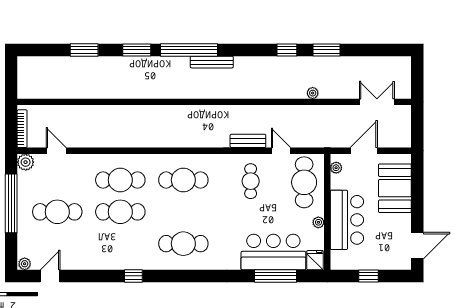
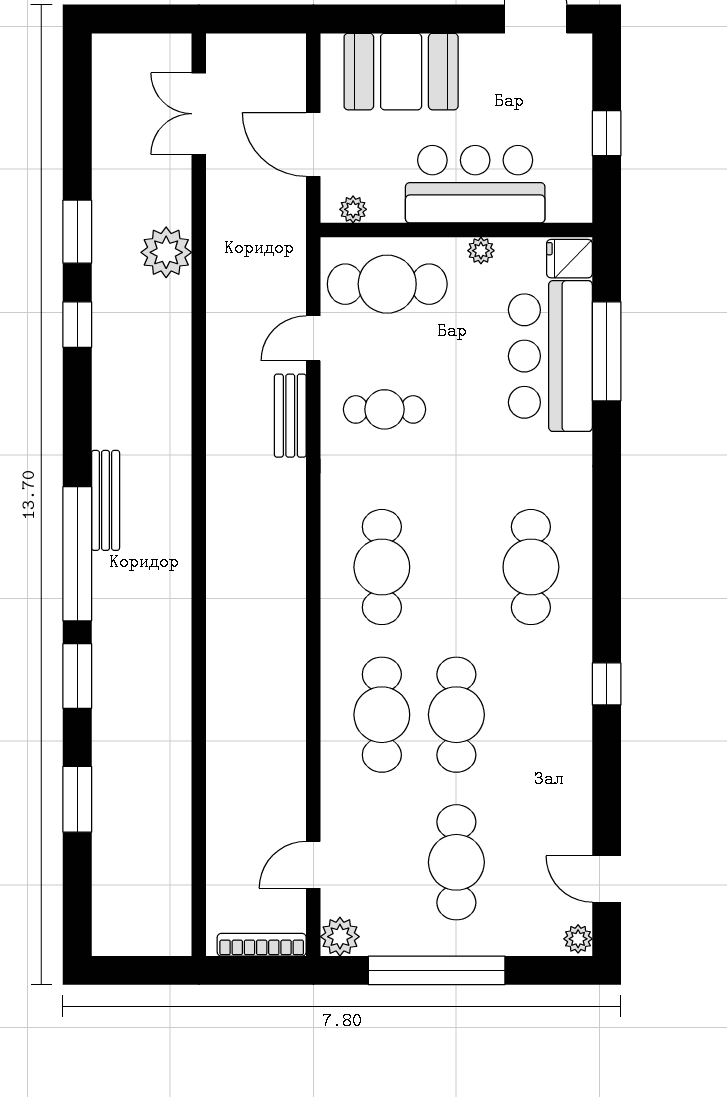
plant: (313, 93) -> (166, 252), width x1.88, depth x1.88

